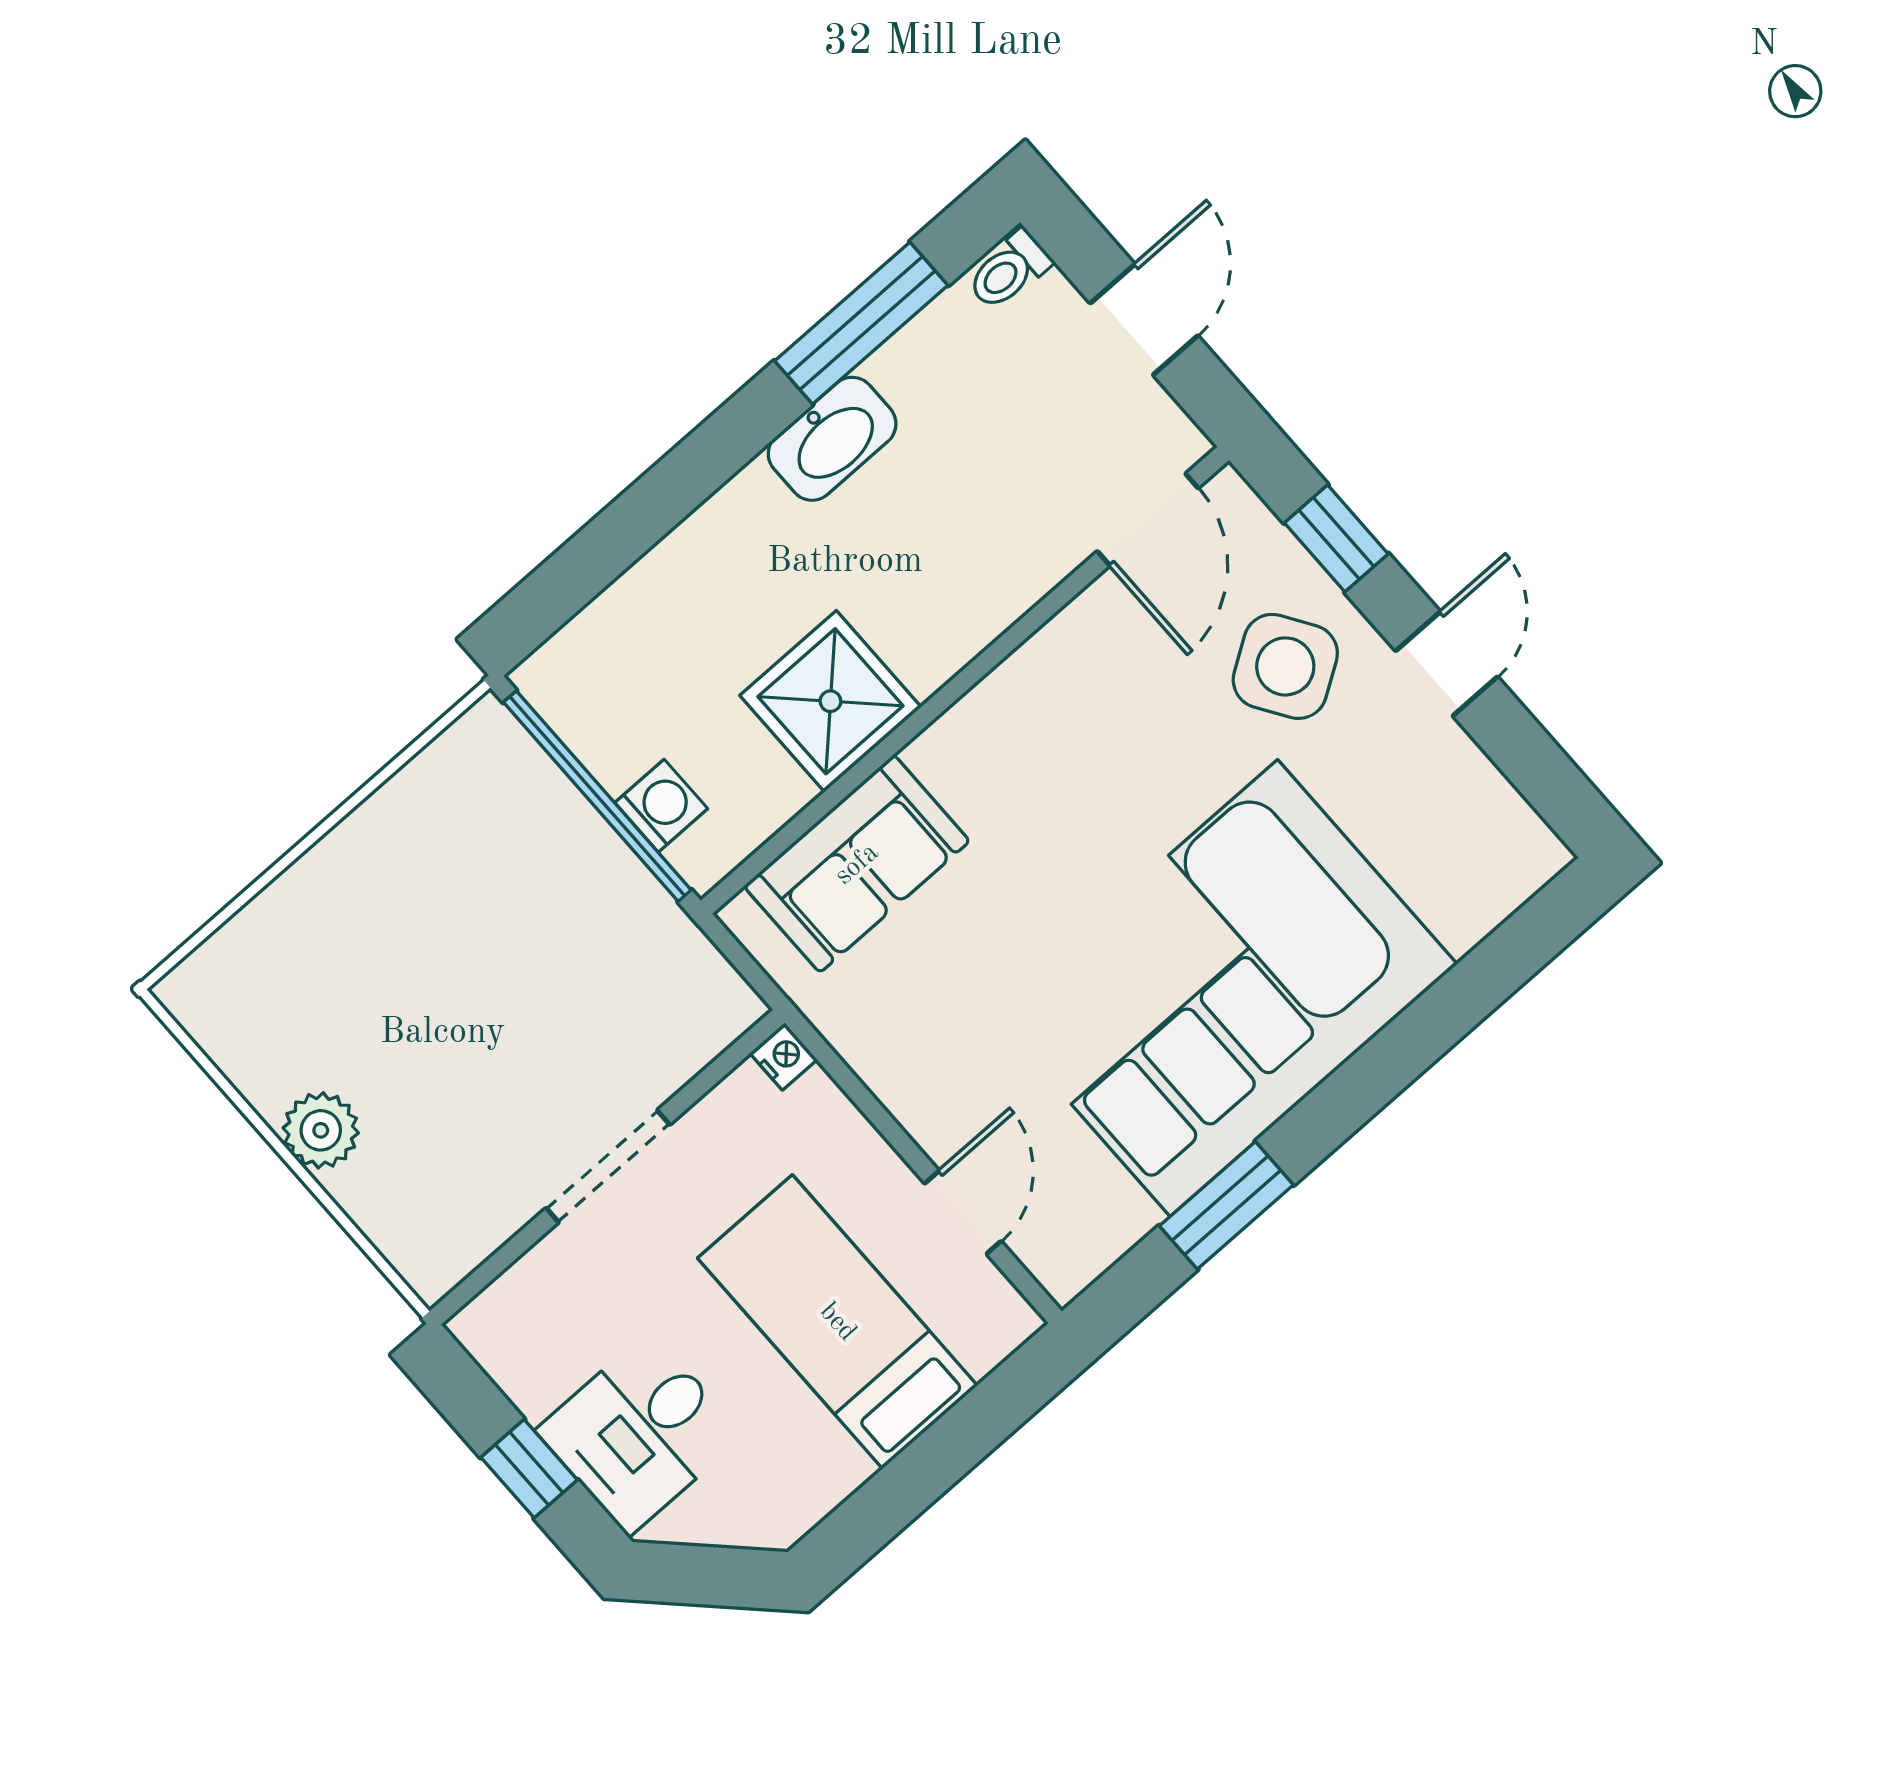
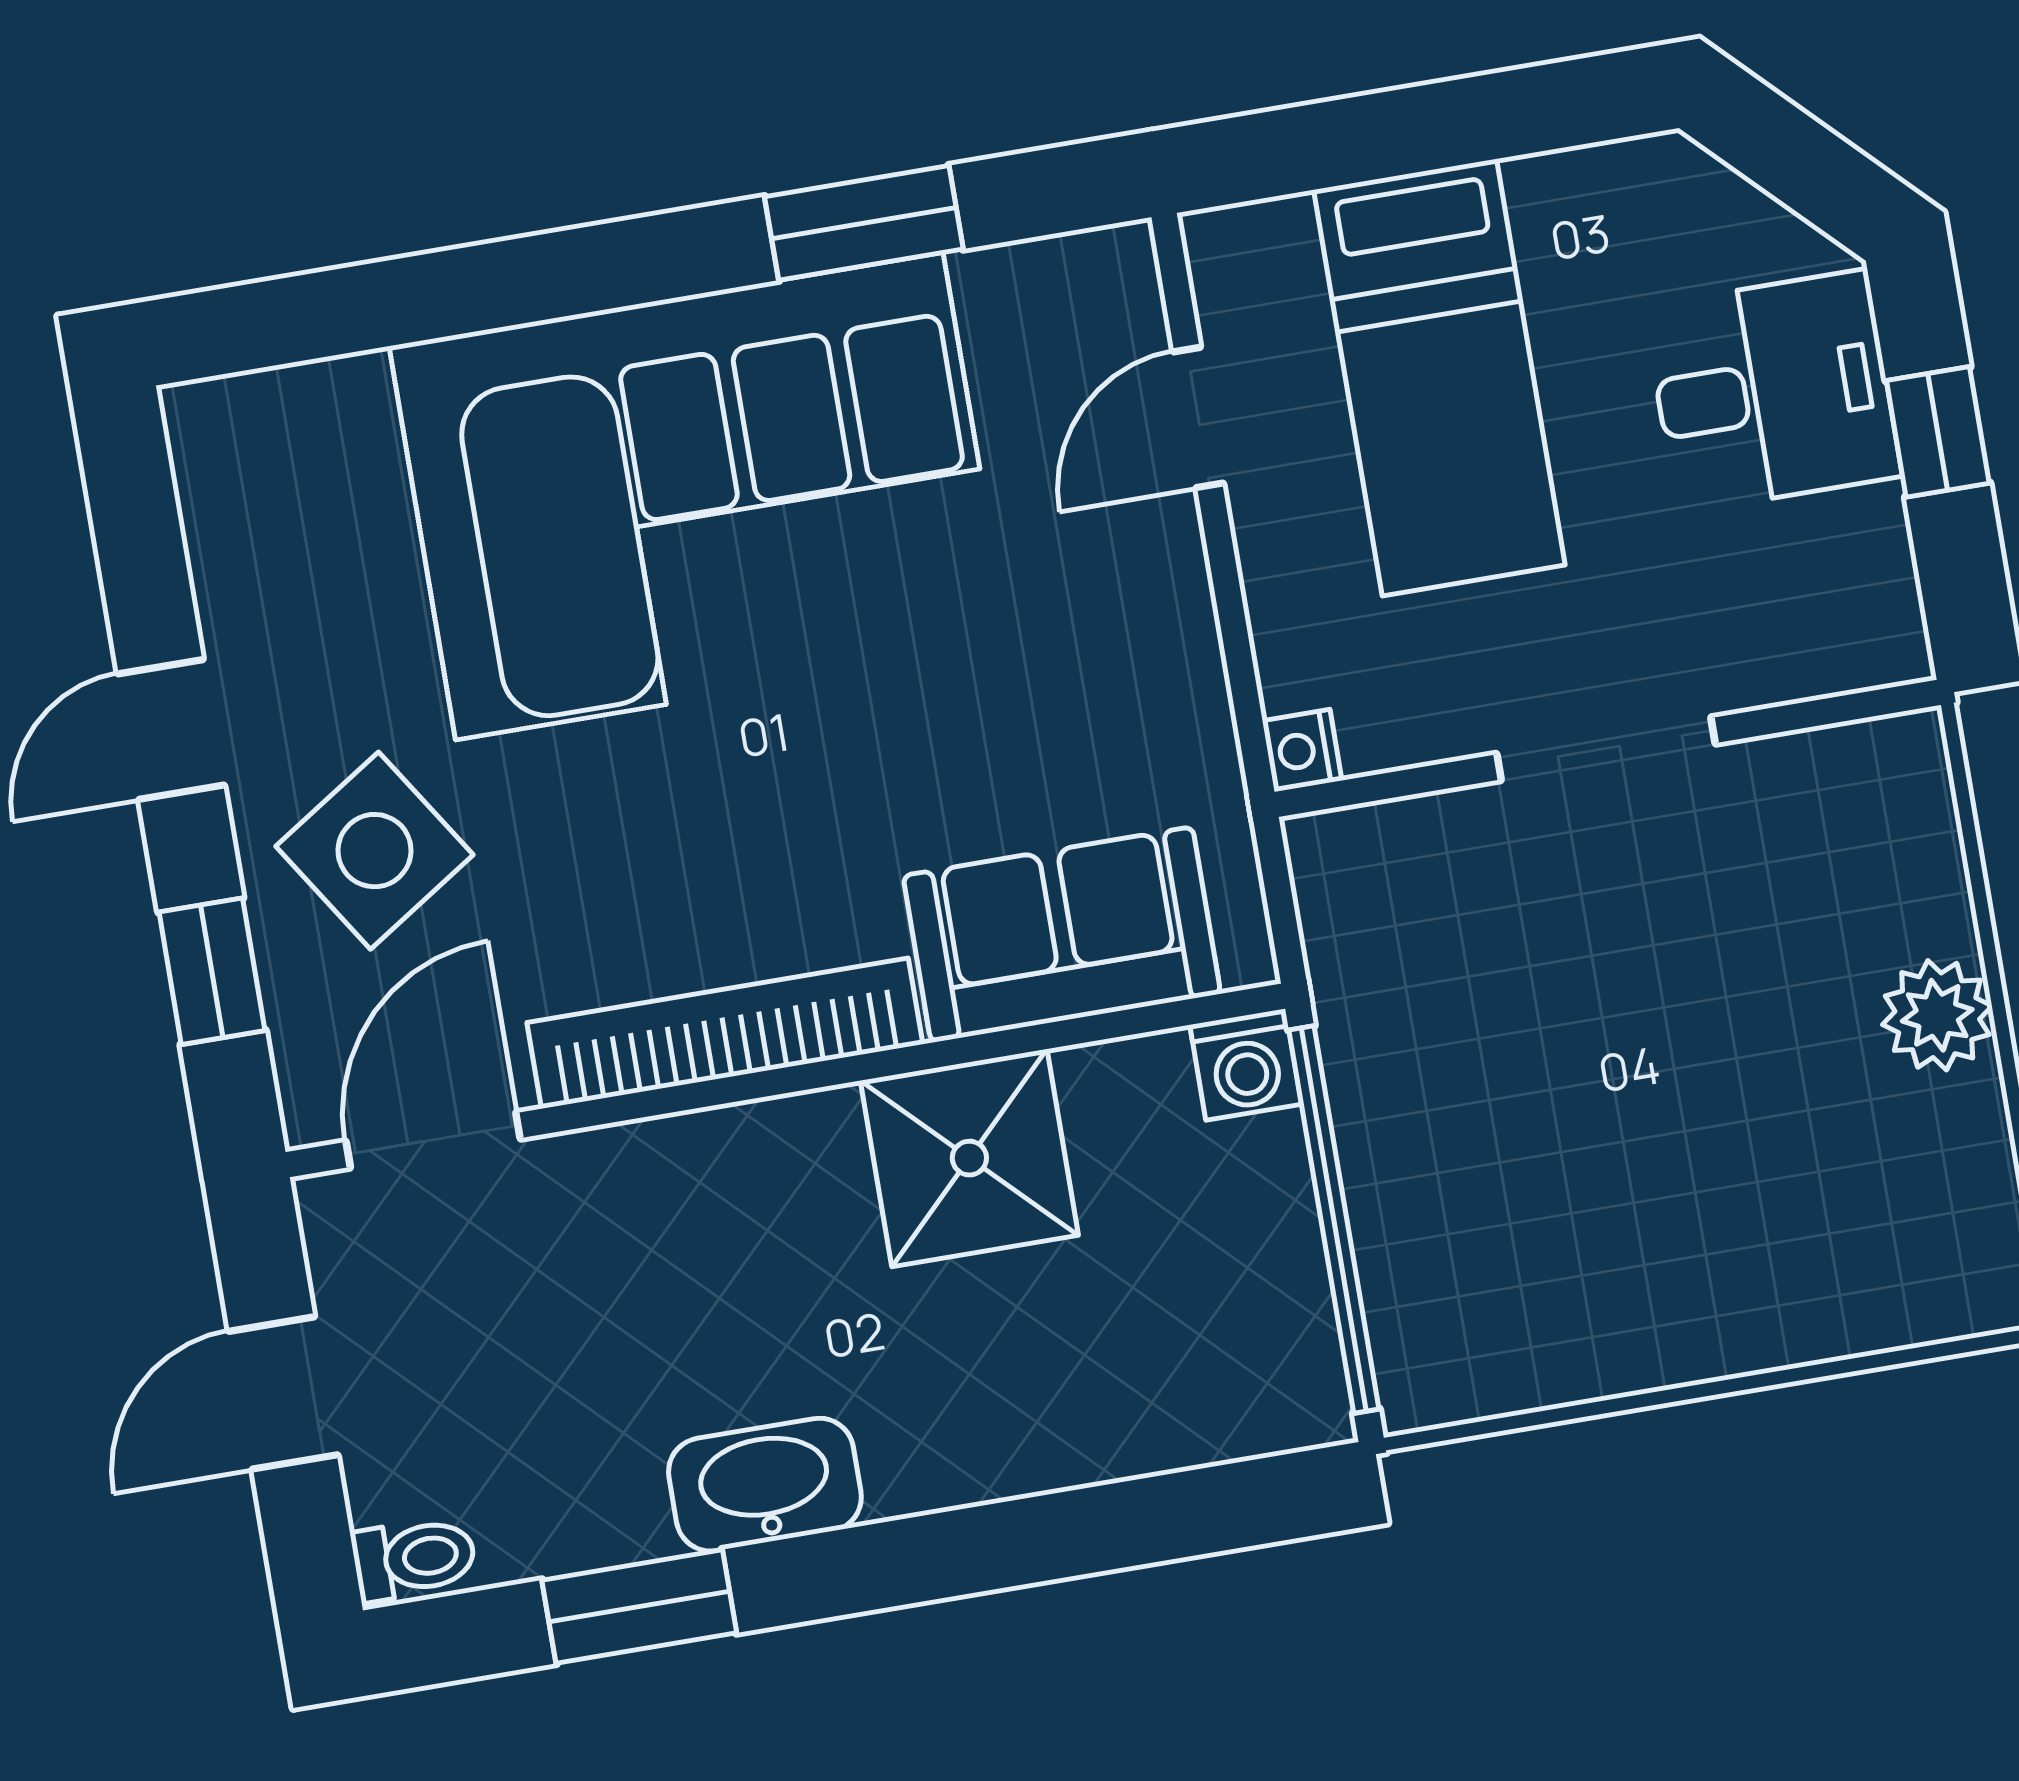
window: (861, 323) -> (639, 1607), width x0.69
bookcase: (1017, 686) -> (725, 1033), added
washing machine: (661, 806) -> (1246, 1065), moved, turned -90

